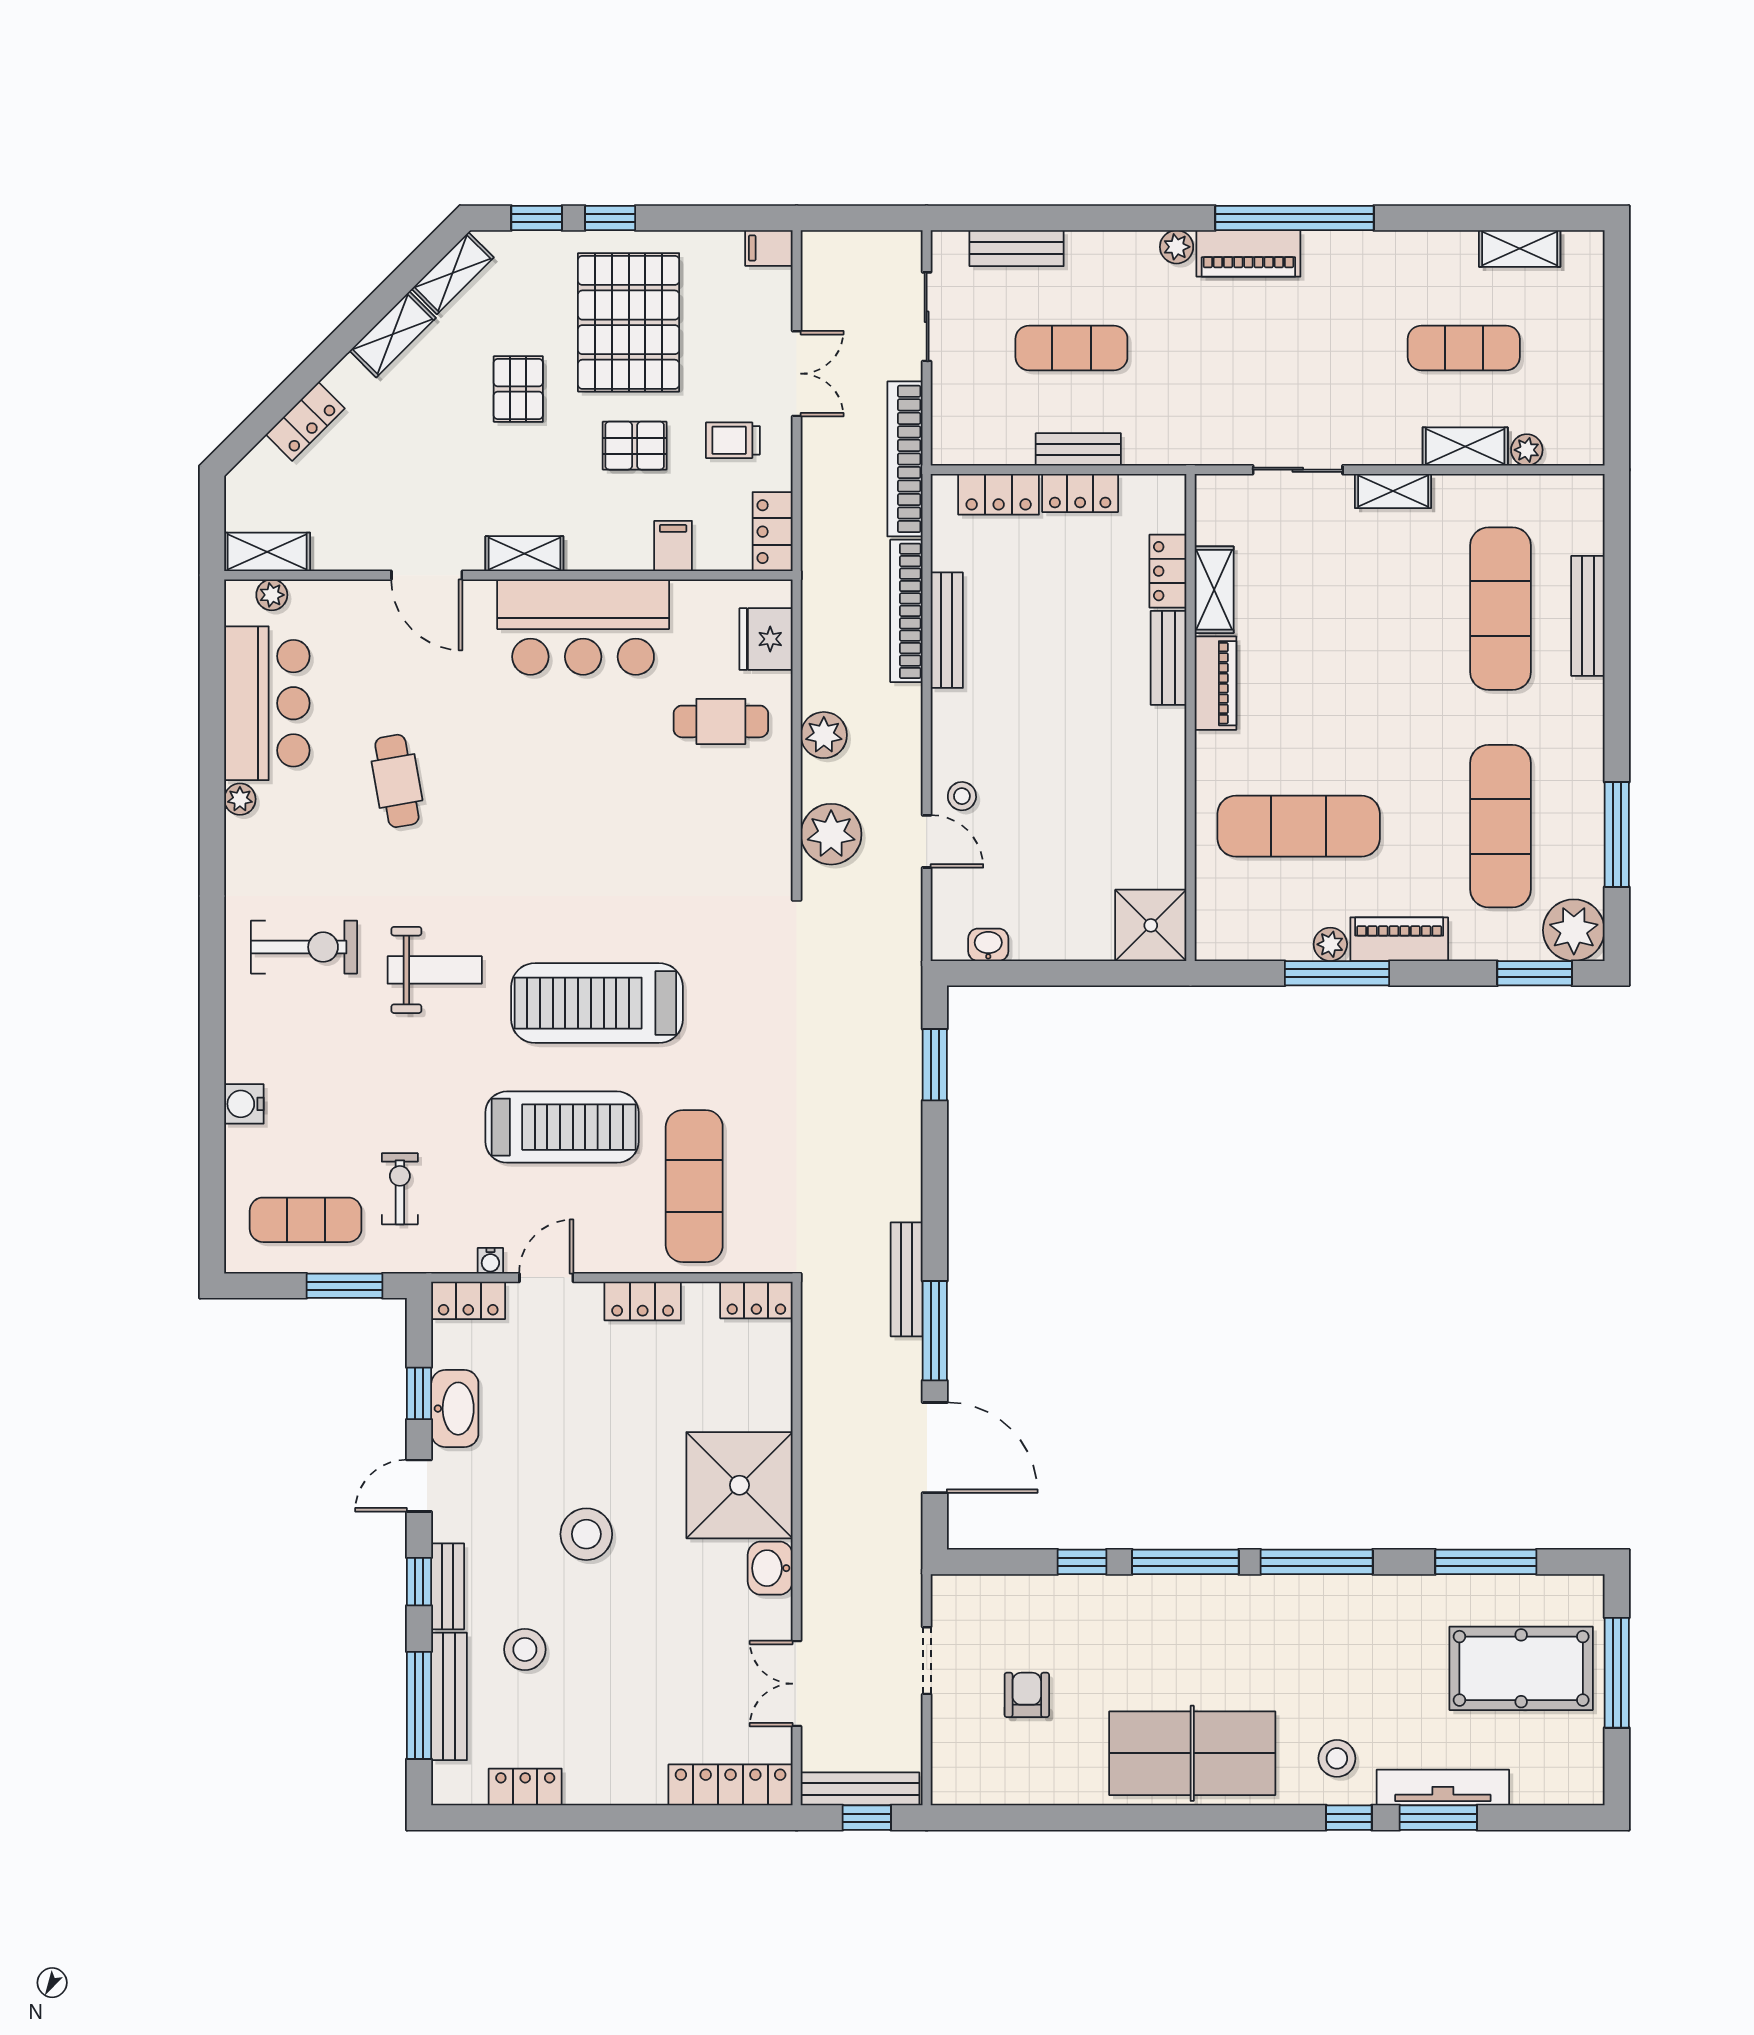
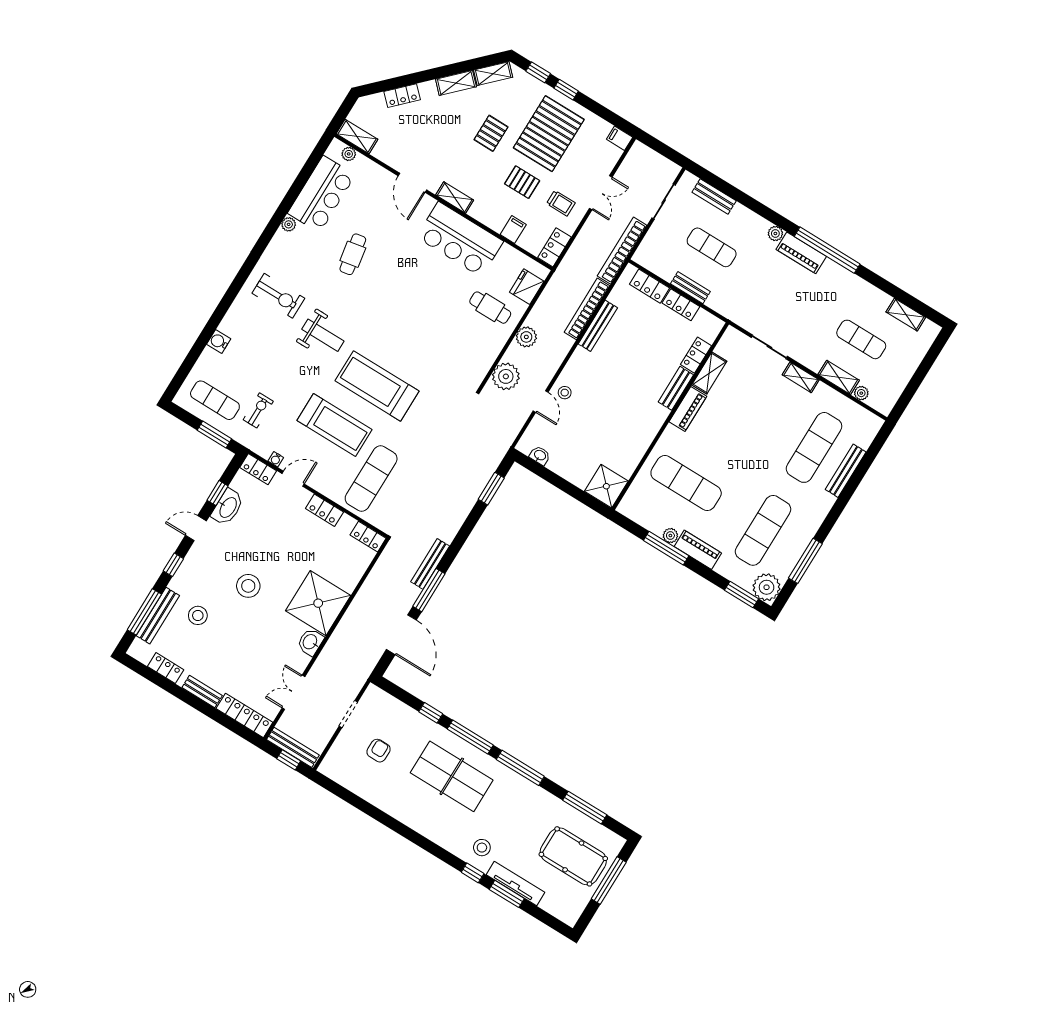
trolley: (733, 440) -> (561, 203), turned 180
bench: (448, 1586) -> (202, 692), moved, turned 90
table tennis table: (1192, 1753) -> (452, 776), moved

